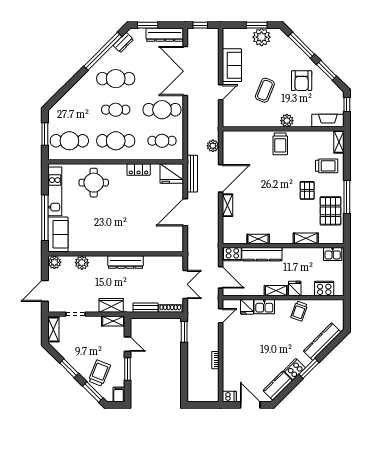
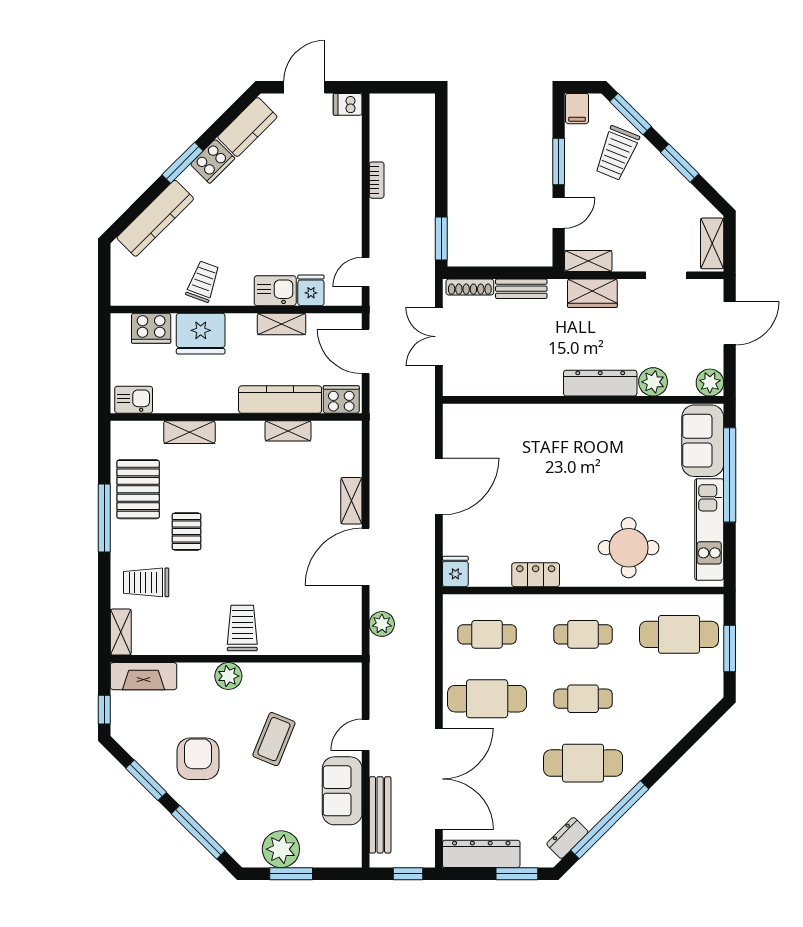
cafe table: (116, 141) -> (583, 634), width x0.73, depth x0.74
fridge: (172, 174) -> (455, 571), width x0.53, depth x0.75
bench: (192, 174) -> (380, 815), moved
dresser: (126, 262) -> (600, 383), moved
fridge: (295, 288) -> (201, 334), width x1.88, depth x1.34
shelving: (276, 291) -> (282, 324), moved
door: (127, 344) -> (559, 213), swing flipped
door: (250, 405) -> (304, 87), swing flipped

